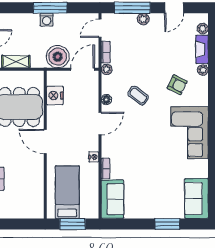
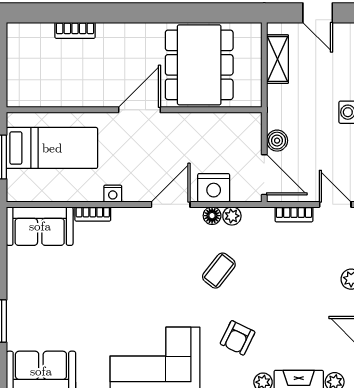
boiler: (58, 57) -> (277, 141), width x0.54, depth x0.54
plant: (107, 69) -> (232, 216), moved
nightstand: (55, 96) -> (214, 188), moved, turned 180
door: (100, 123) -> (171, 204), swing flipped

